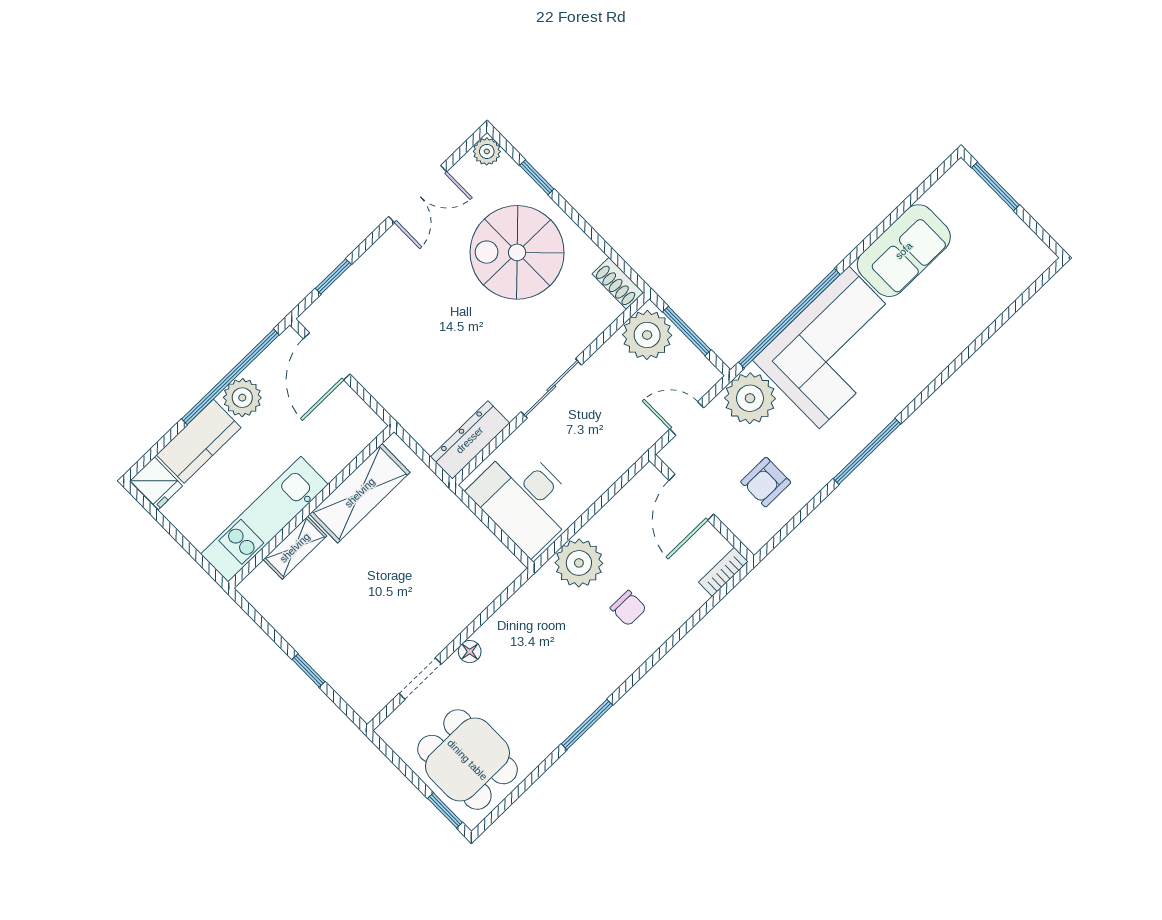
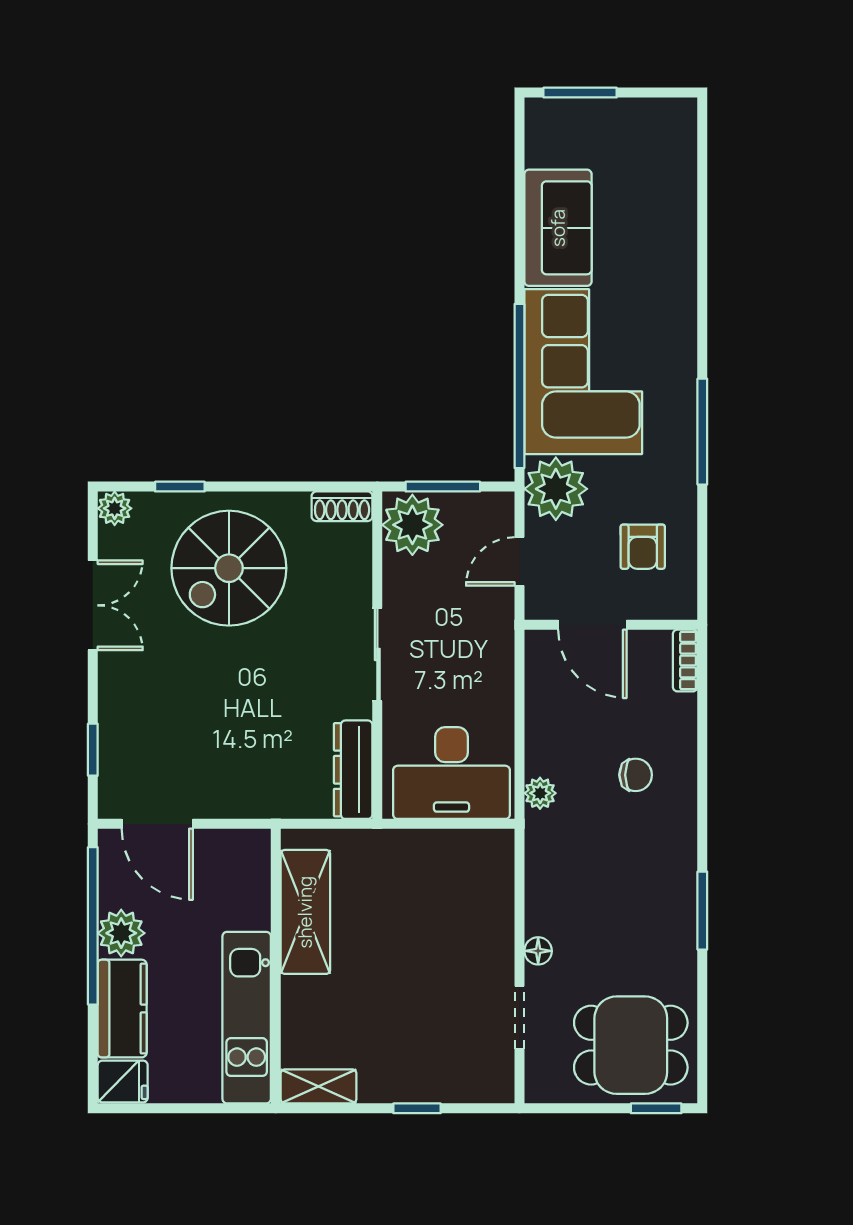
shelving: (295, 548) -> (319, 1086), moved, turned 90
plant: (579, 563) -> (540, 793), width x0.53, depth x0.53

